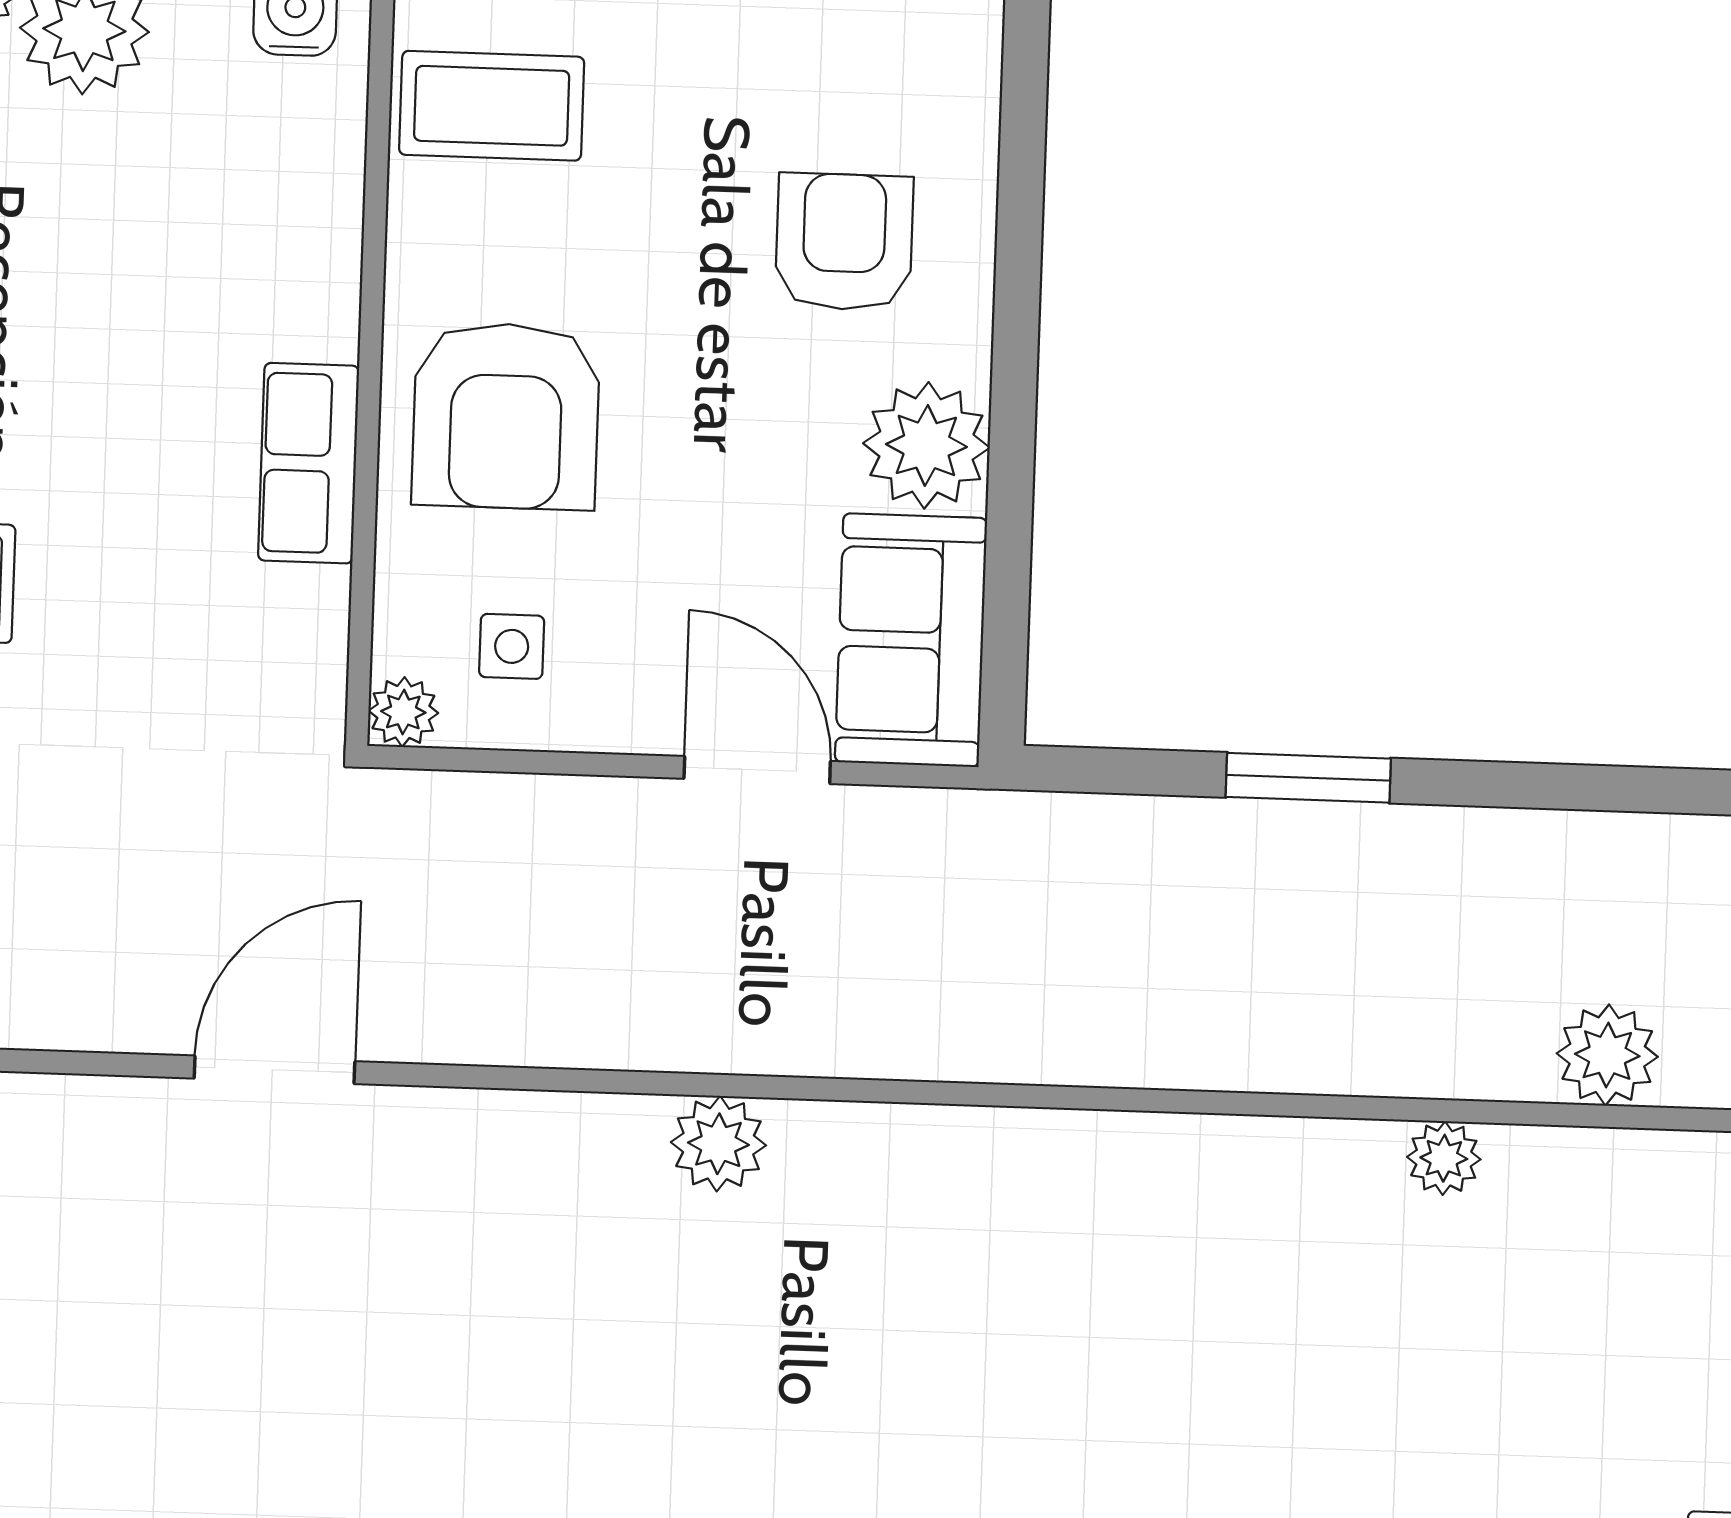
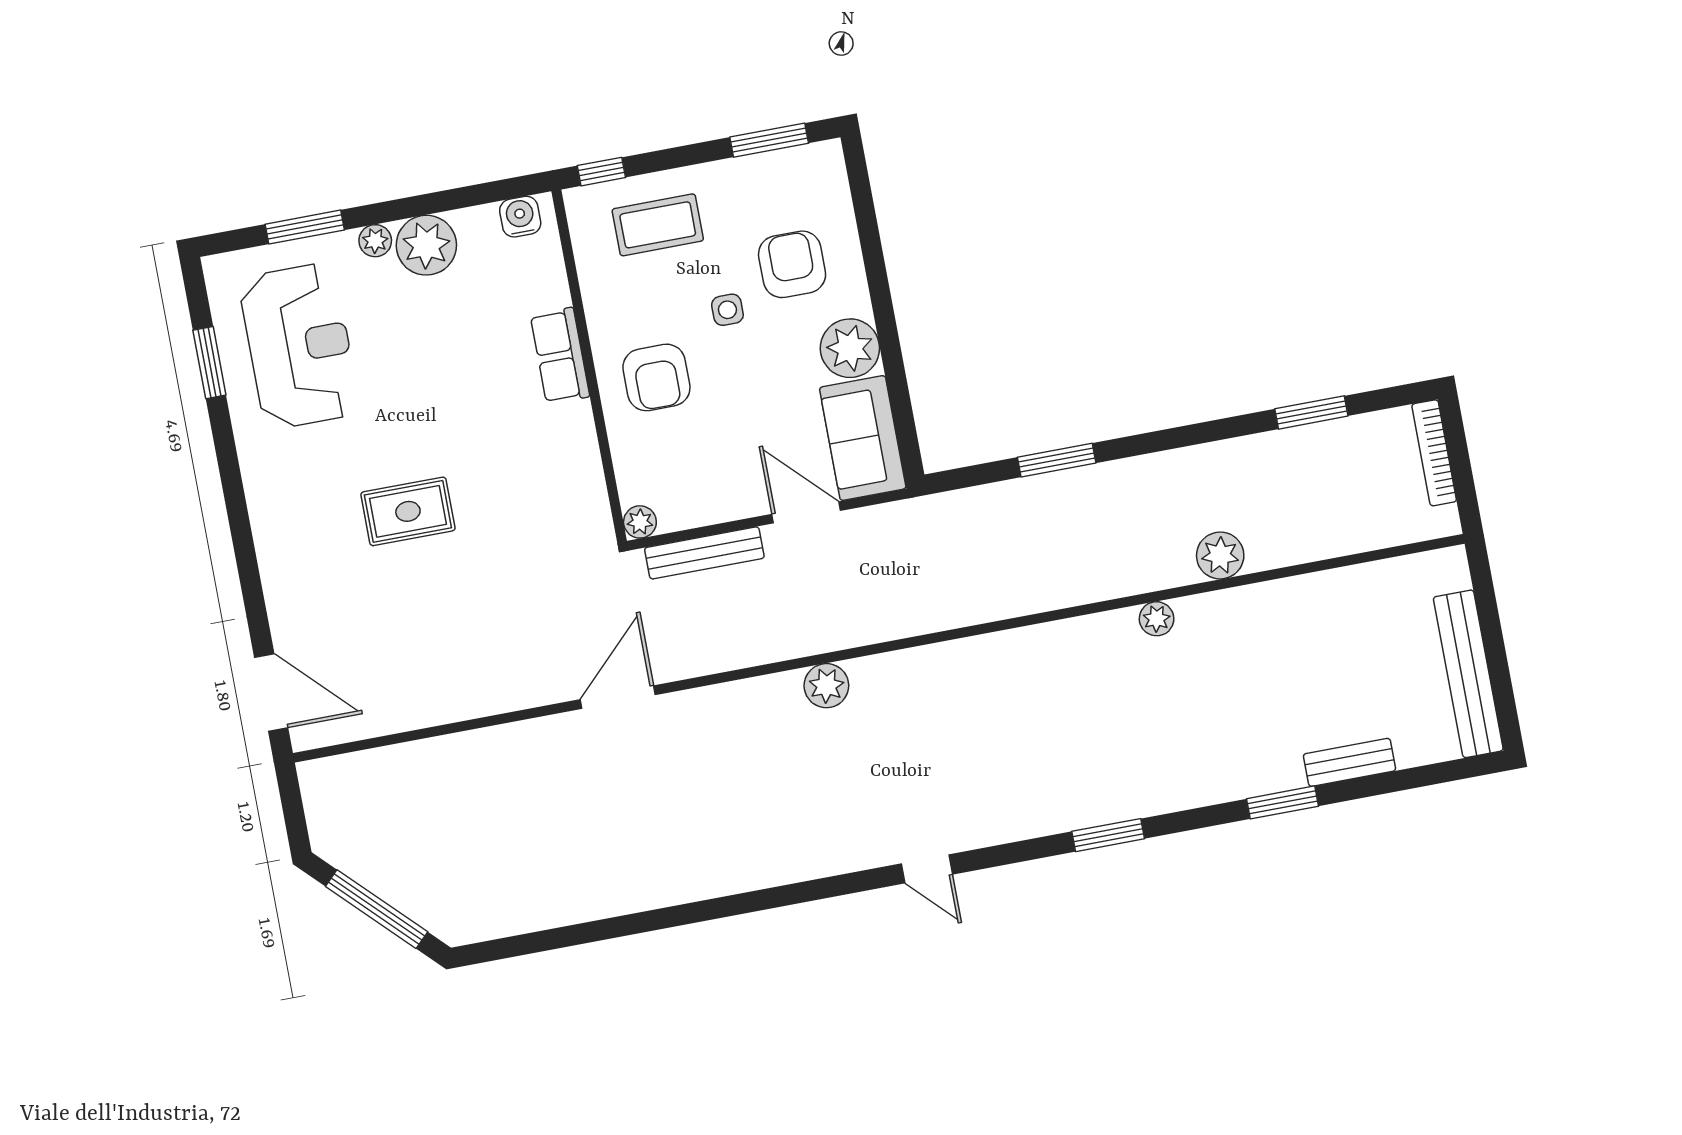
coffee table: (492, 106) -> (658, 225), moved
armchair: (506, 416) -> (656, 377), width x0.73, depth x0.73
row of seats: (309, 463) -> (560, 356), moved
side table: (512, 646) -> (727, 310), moved
bench: (524, 807) -> (704, 553), added

